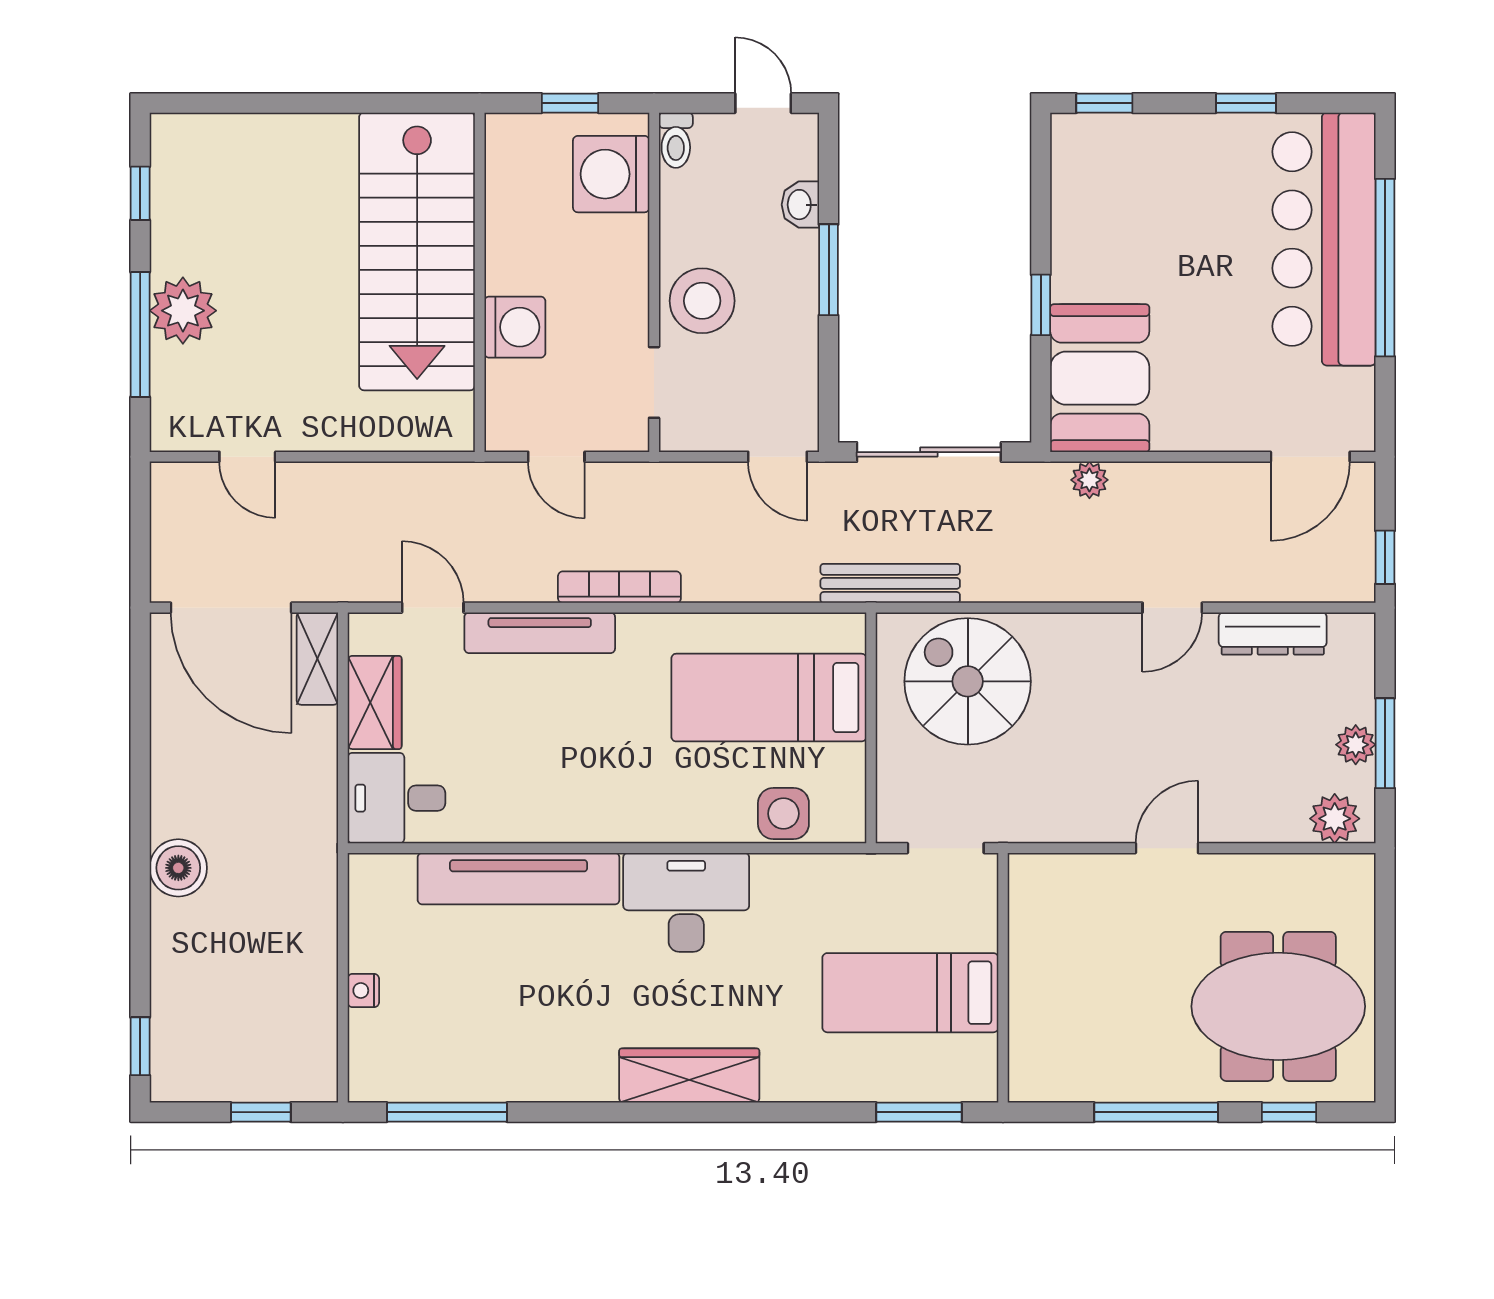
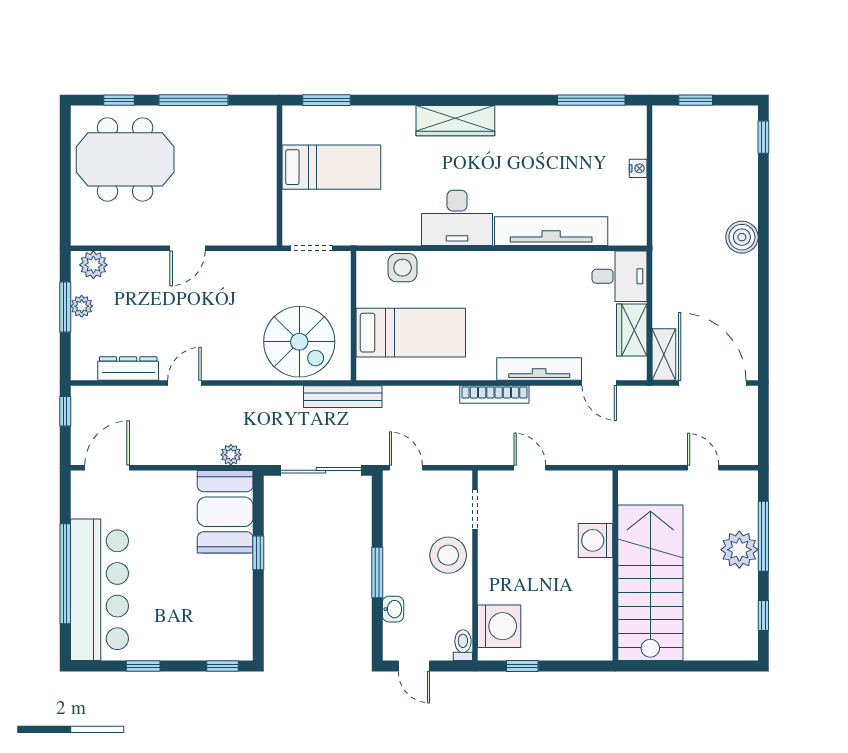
stairs: (417, 251) -> (650, 583), moved
wall: (480, 282) -> (615, 566), moved
washing machine: (515, 327) -> (595, 540), moved

